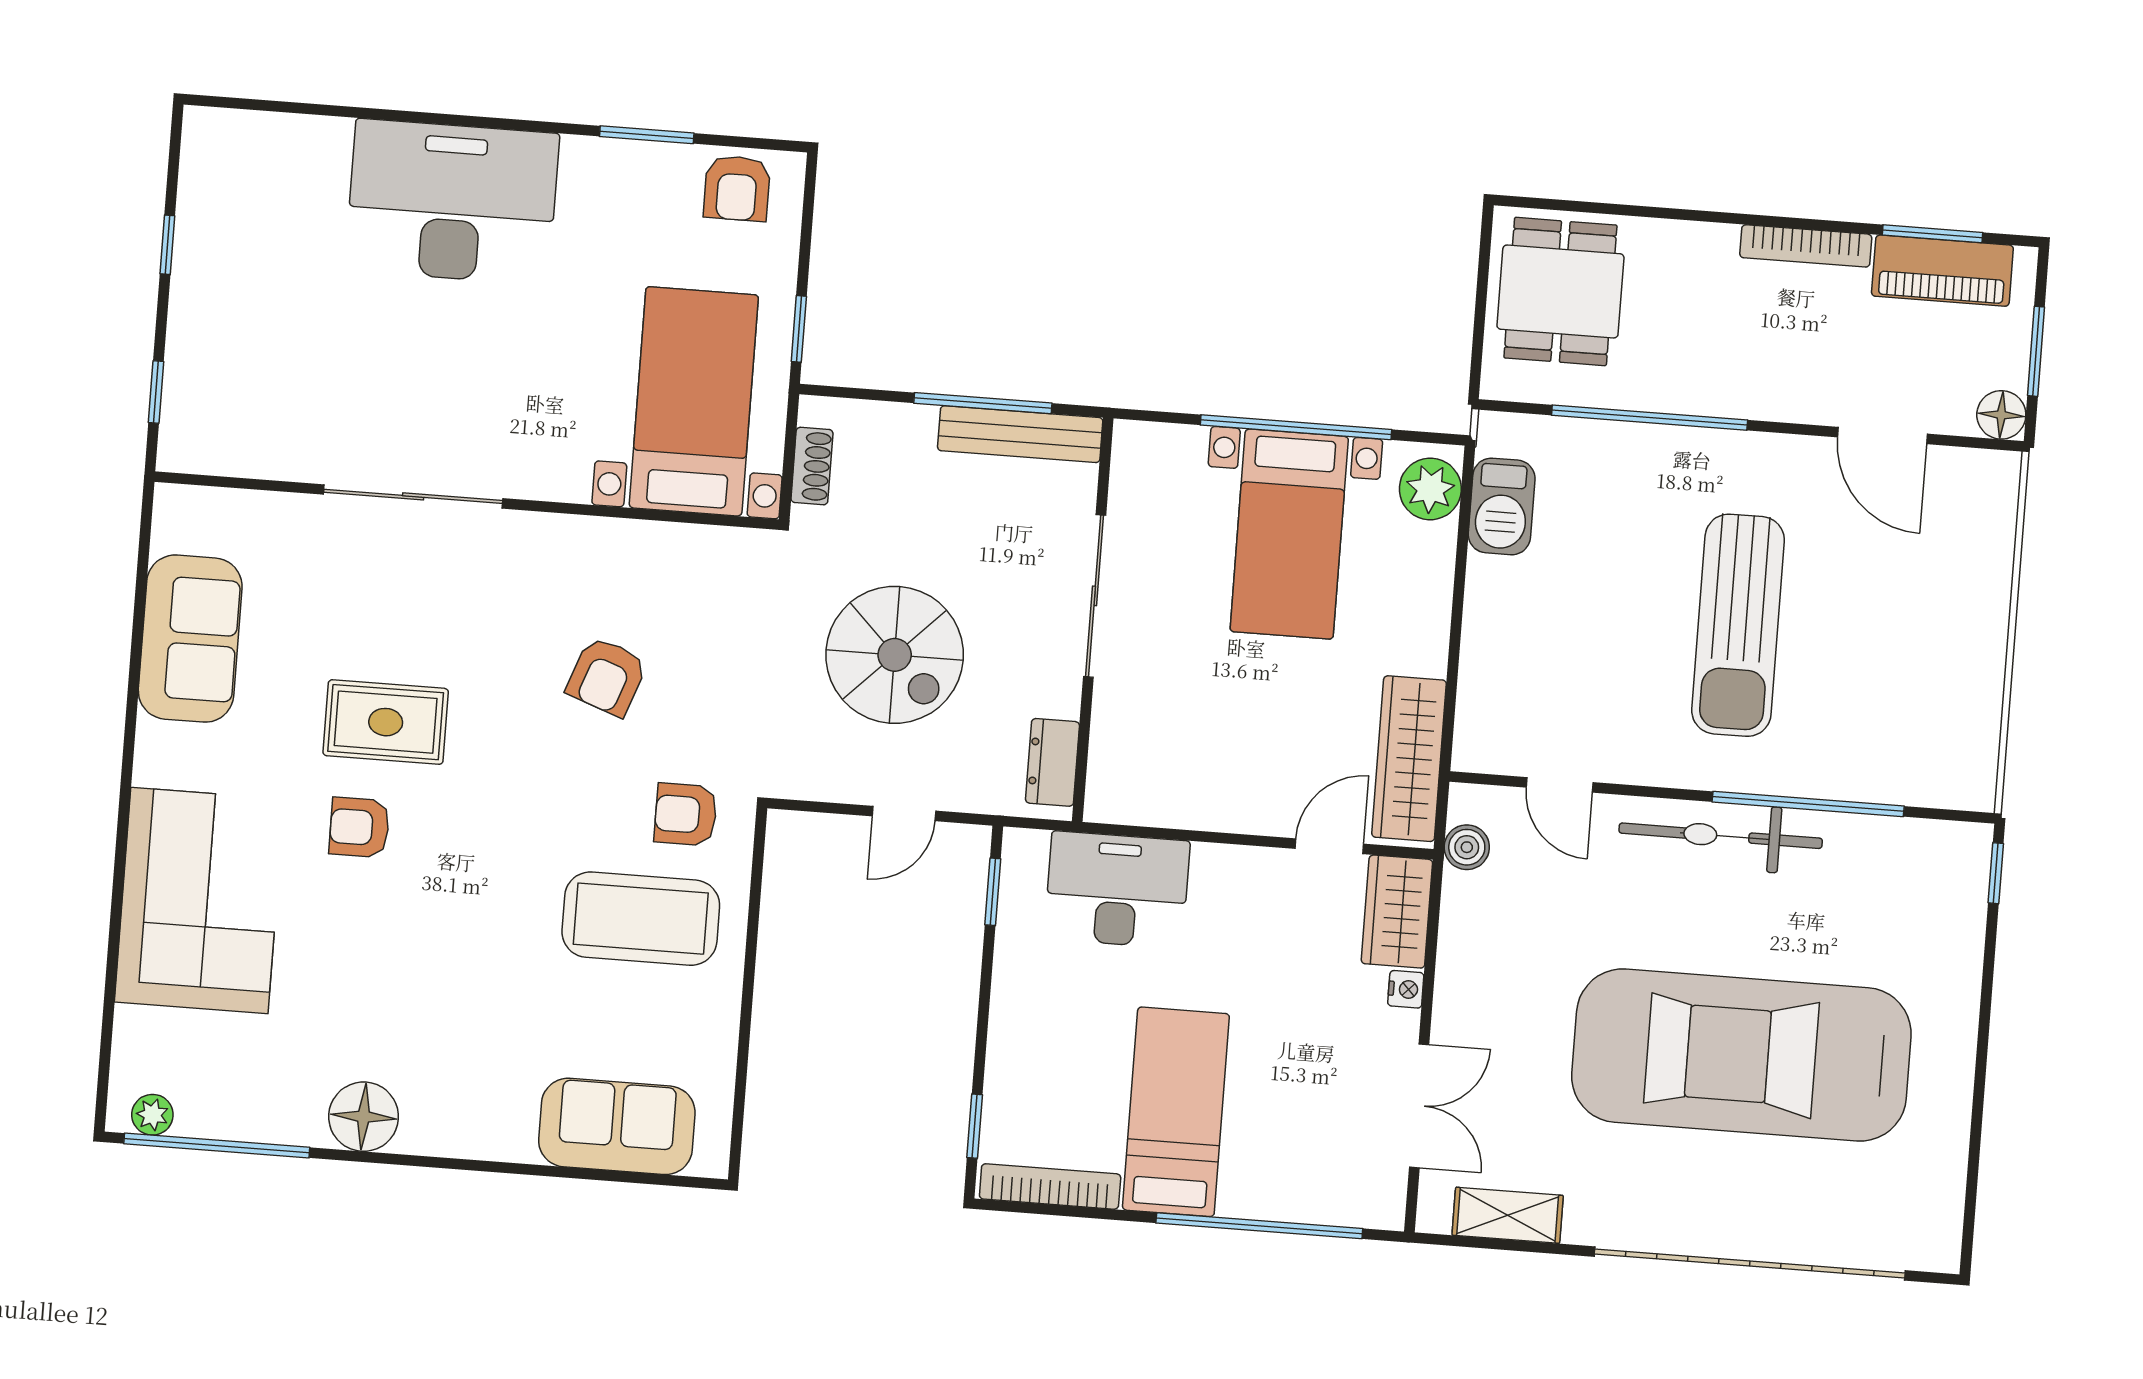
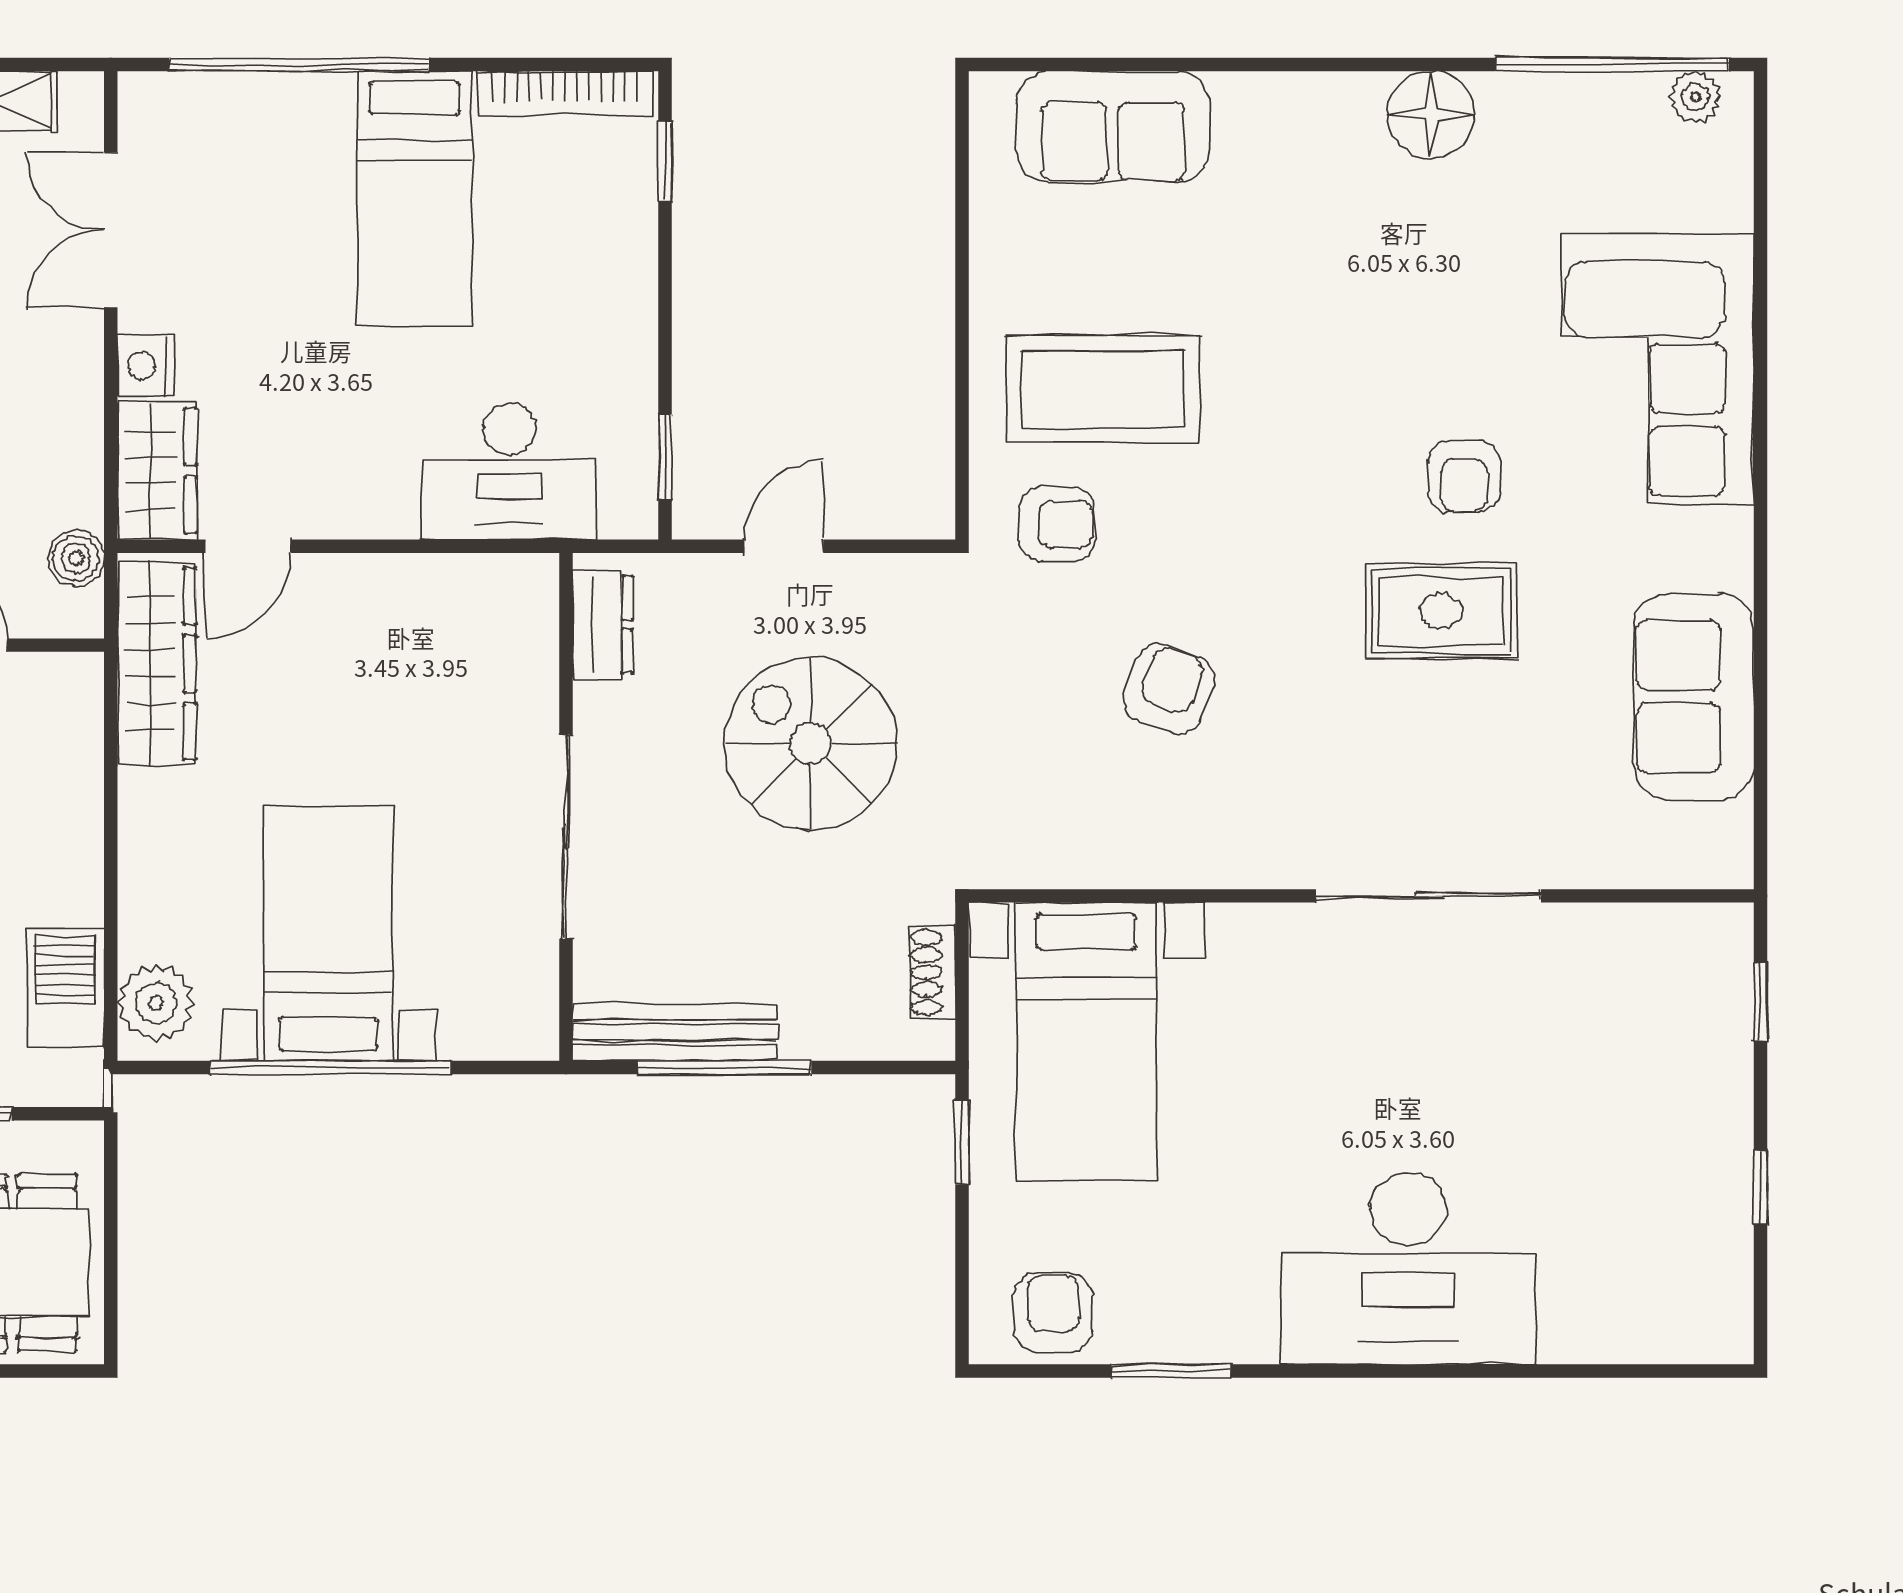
armchair: (359, 827) -> (1464, 476), turned 90
nightstand: (1406, 989) -> (146, 366), width x1.39, depth x1.35

